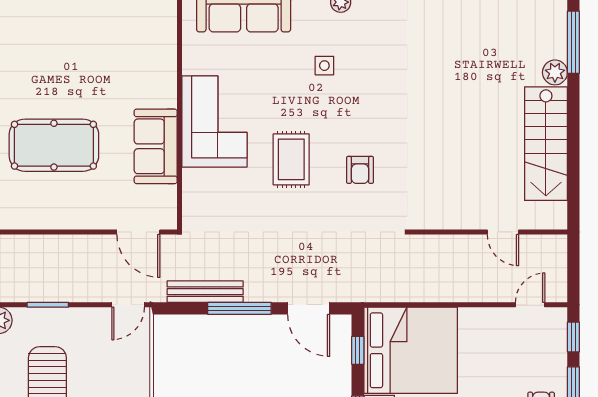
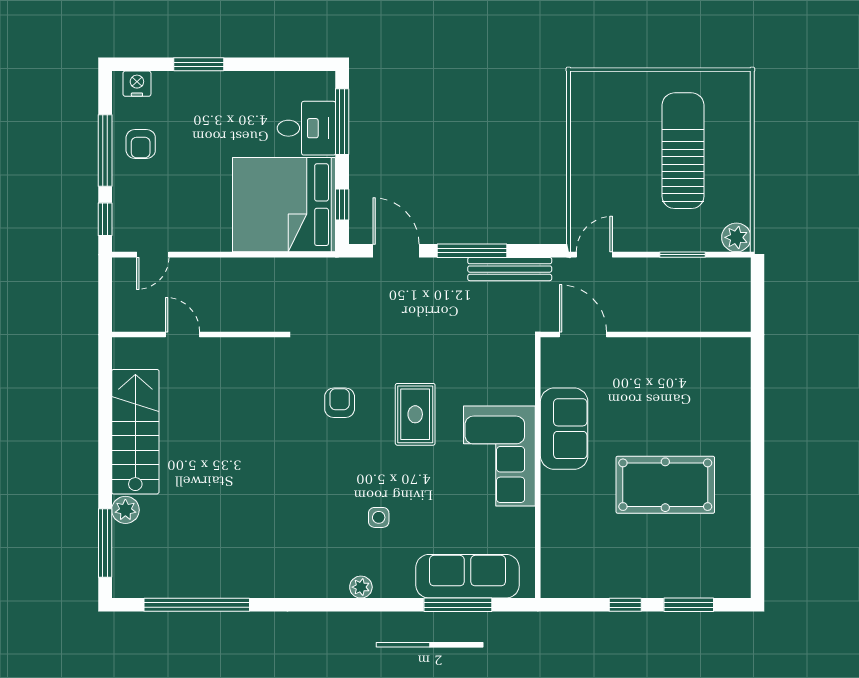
pool table: (54, 145) -> (665, 485), moved

